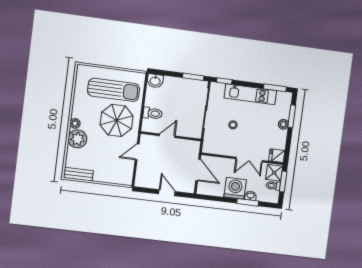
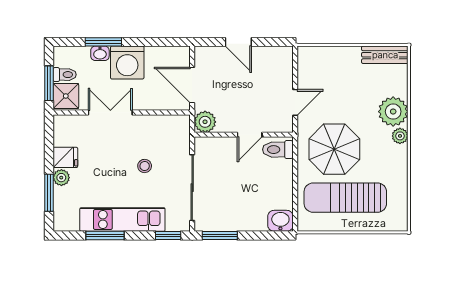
window: (275, 88) -> (105, 235), moved
toilet: (153, 113) -> (278, 150), moved
plant: (193, 147) -> (205, 122), added
fridge: (277, 156) -> (65, 157), moved

